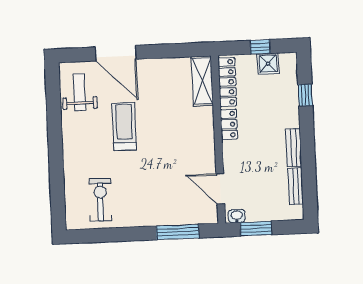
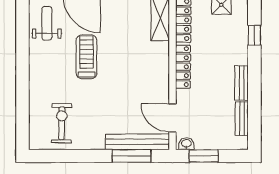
locker: (229, 124) -> (183, 67), width x1.53
bench: (183, 216) -> (137, 142), added

